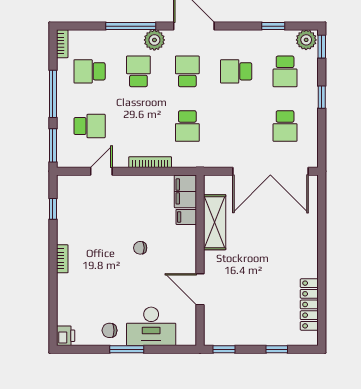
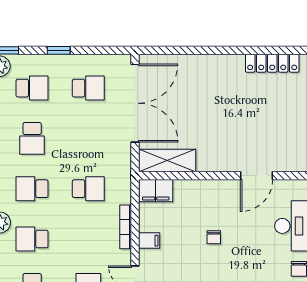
filing cabinet: (186, 217) -> (149, 241), moved, turned -90
shelving: (215, 222) -> (167, 160), moved

